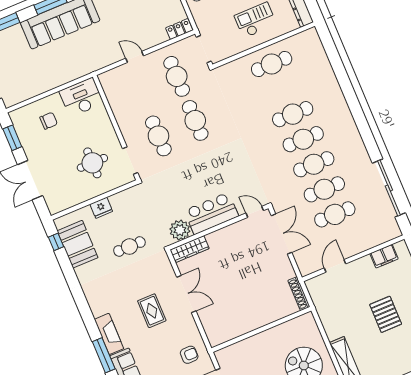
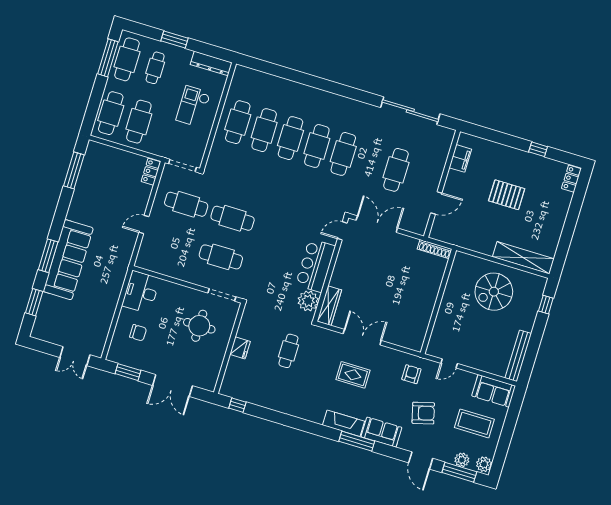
chair: (49, 121) -> (138, 333), turned 90
cafe table: (324, 189) -> (264, 130), moved
booth: (78, 244) -> (253, 390), removed
door: (335, 266) -> (436, 203), swing flipped

